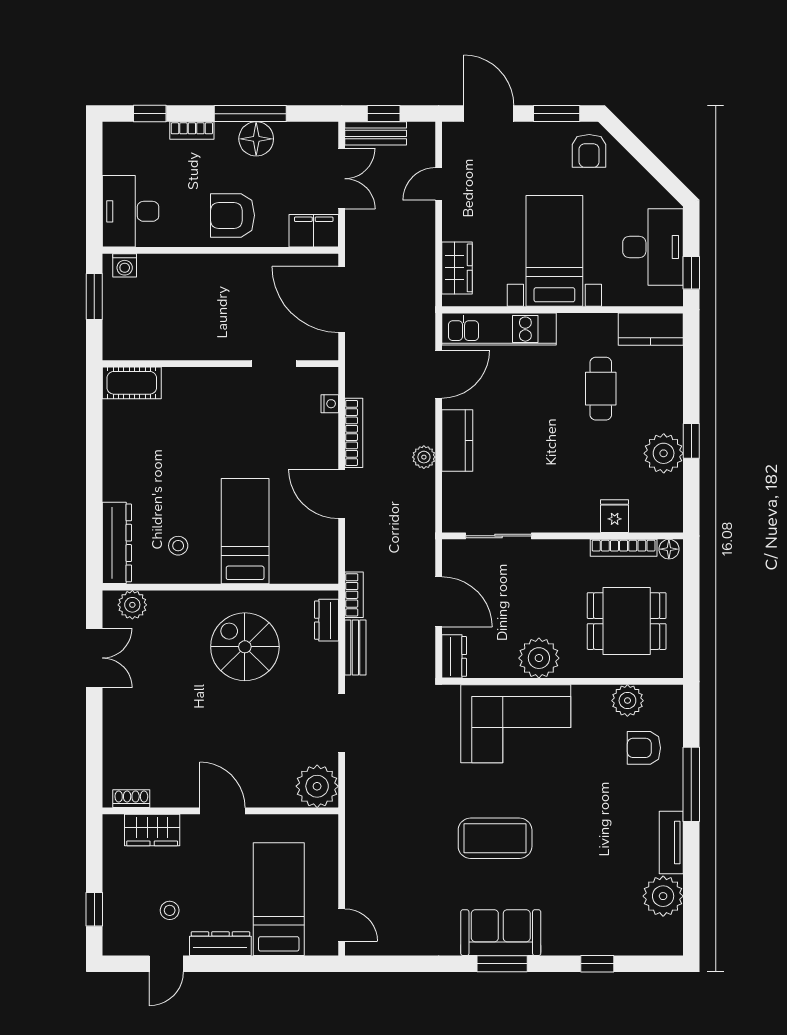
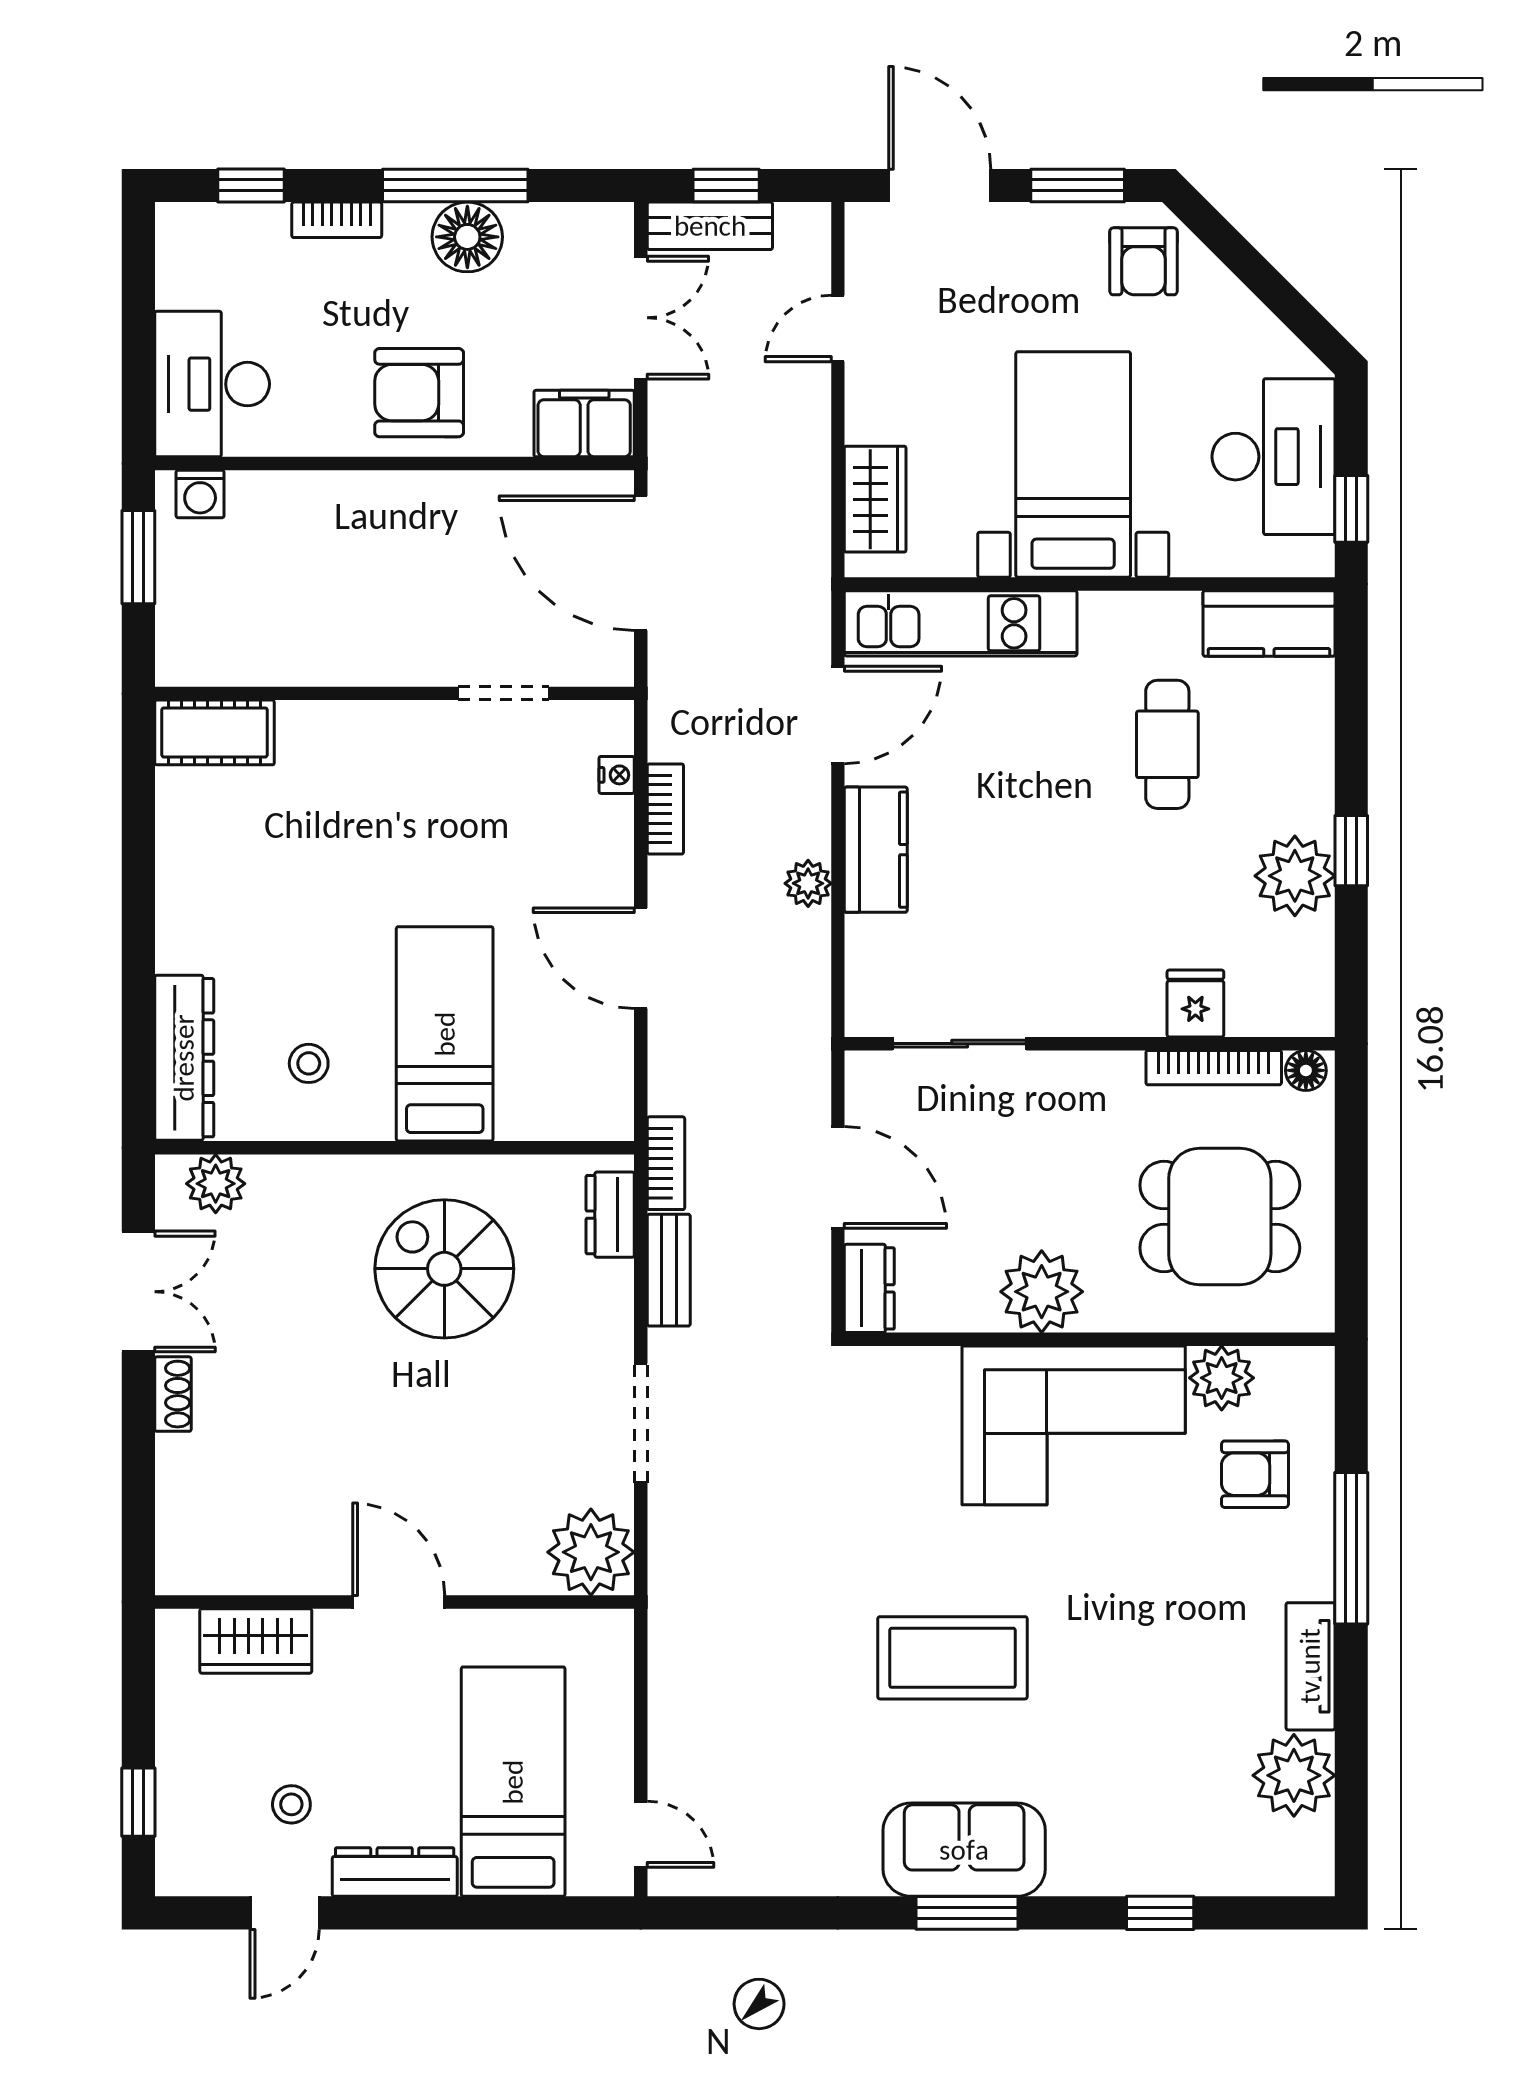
bookcase: (354, 433) -> (665, 809), width x0.64
corner sofa: (516, 724) -> (1074, 1425), moved
shoe rack: (131, 799) -> (173, 1394), moved, turned 90

